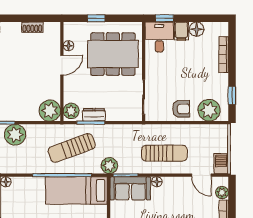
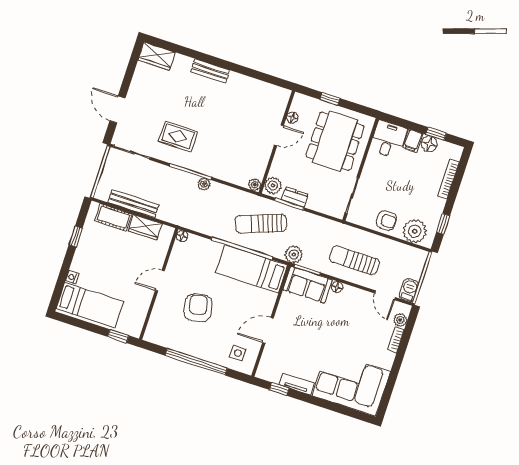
window: (165, 18) -> (436, 134), moved
shoe rack: (32, 27) -> (261, 86), removed
dining table: (113, 54) -> (335, 141), turned 90
plant: (50, 111) -> (255, 185), width x0.53, depth x0.53
plant: (15, 135) -> (204, 184), width x0.53, depth x0.53
sun lounger: (164, 153) -> (354, 260), turned 180

